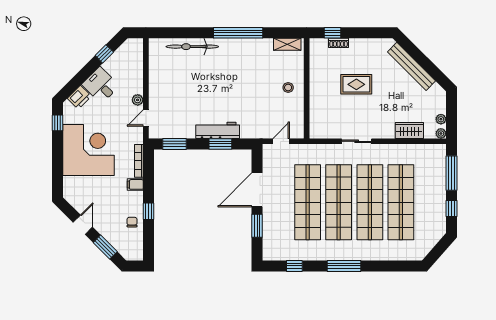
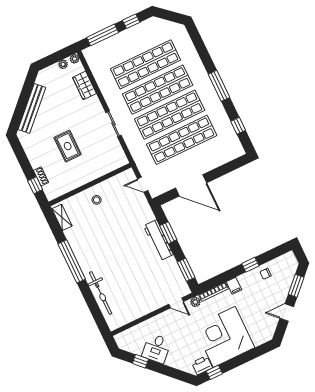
desk: (101, 85) -> (156, 348), moved
printer: (79, 97) -> (202, 365), moved, turned -45
plant: (138, 100) -> (195, 302), moved
window: (257, 226) -> (220, 171), removed

